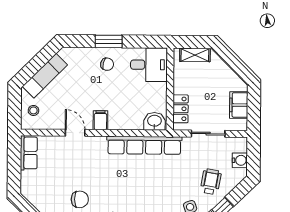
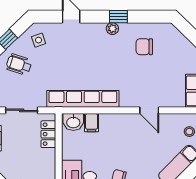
filing cabinet: (100, 120) -> (92, 123), moved
wheelchair: (211, 182) -> (19, 64), turned 98

